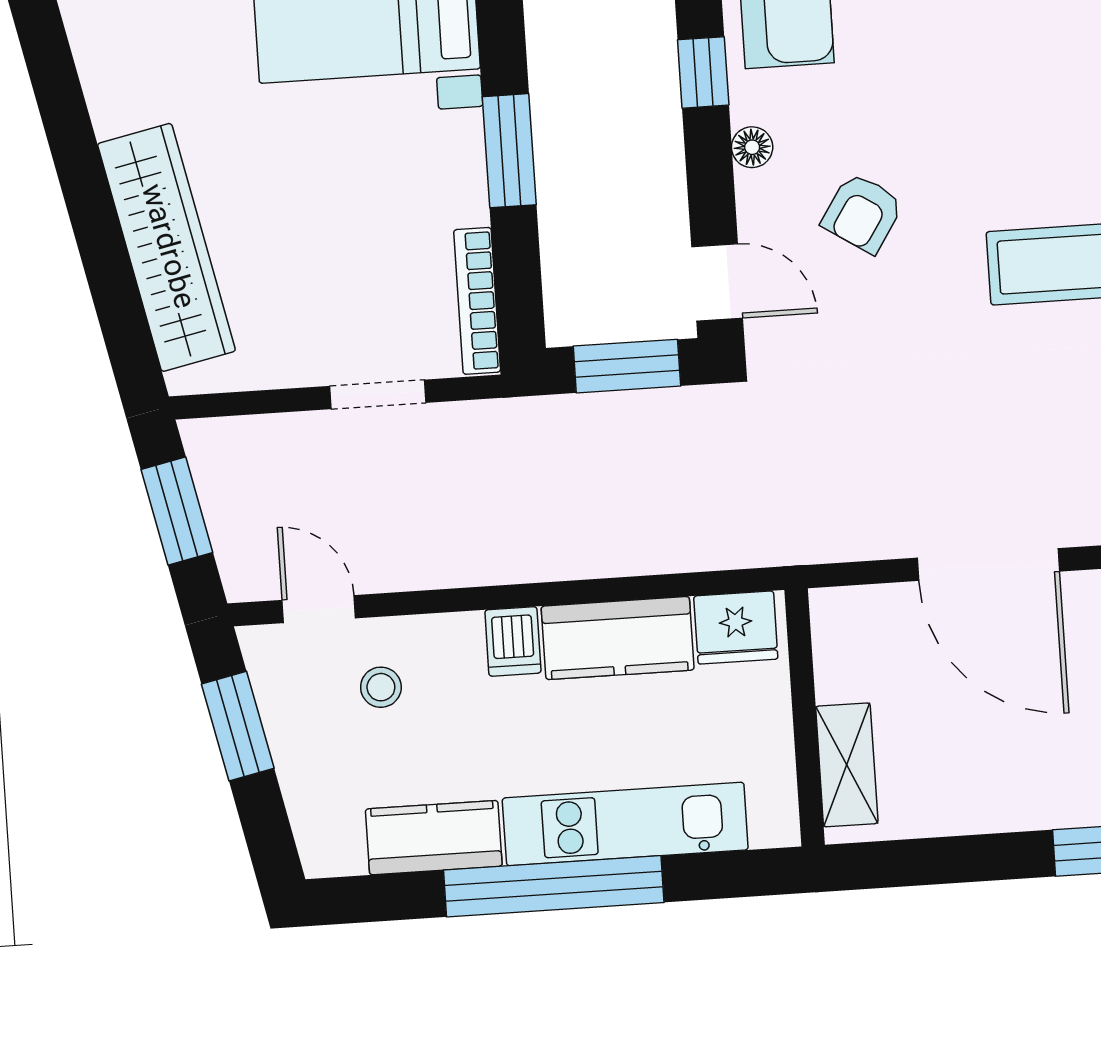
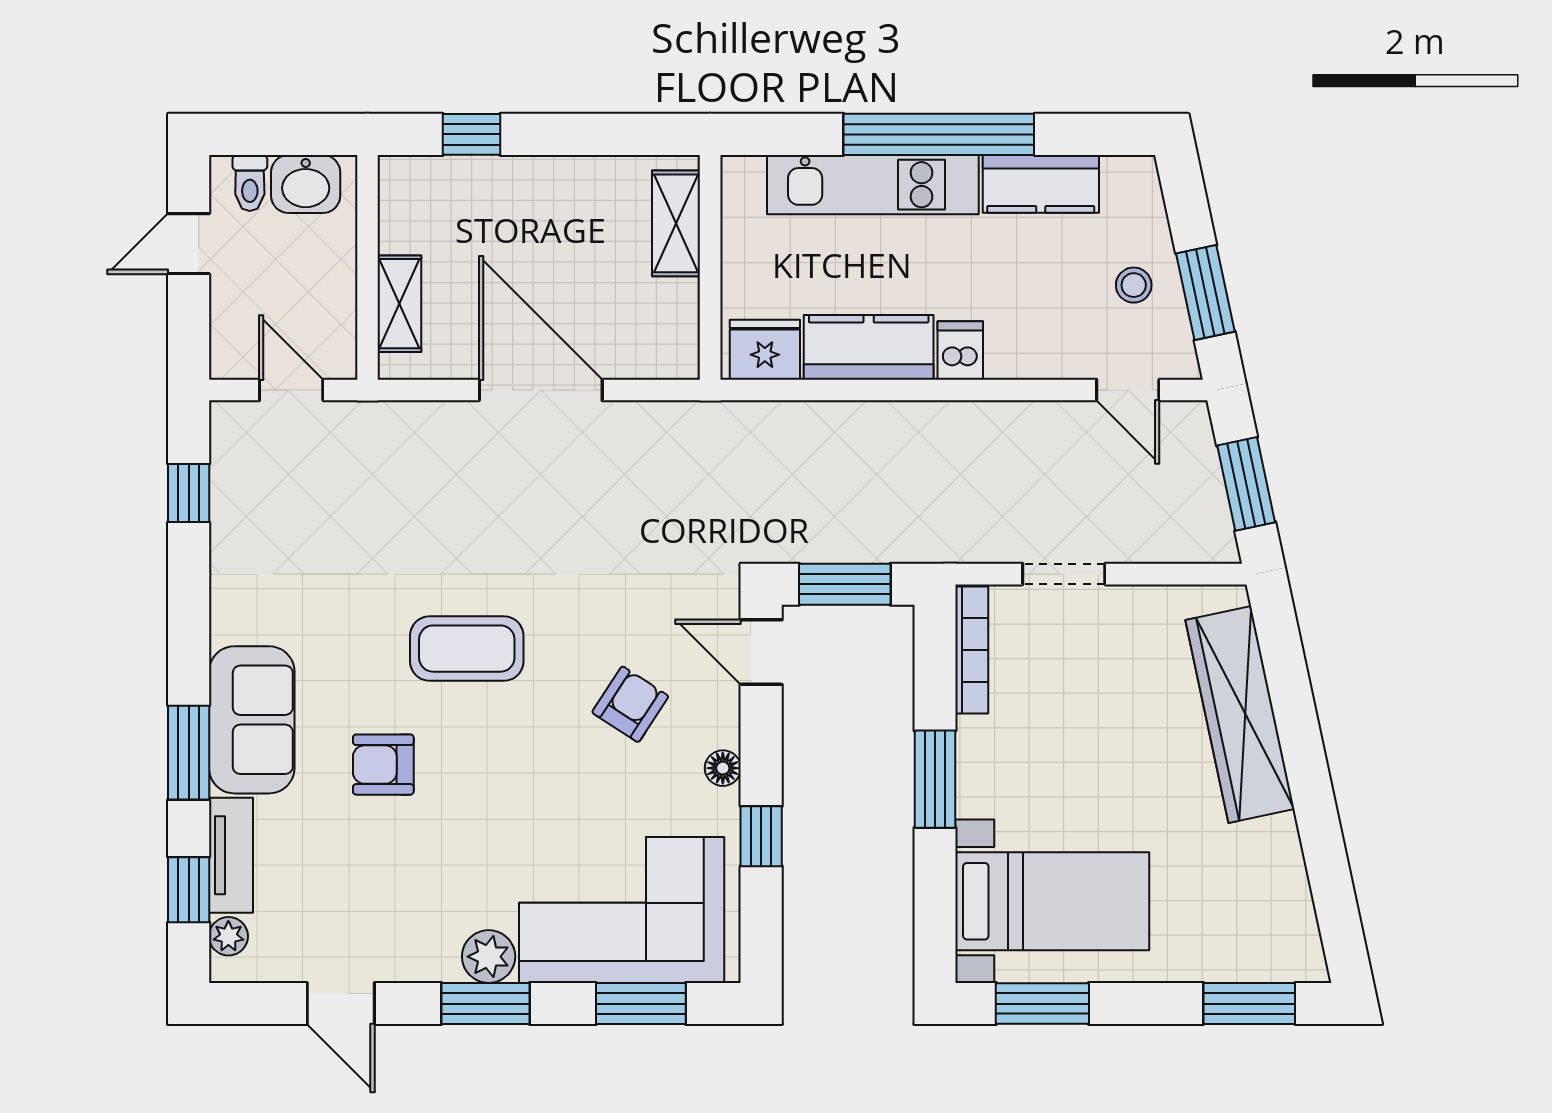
stool: (381, 687) -> (1134, 285), moved

